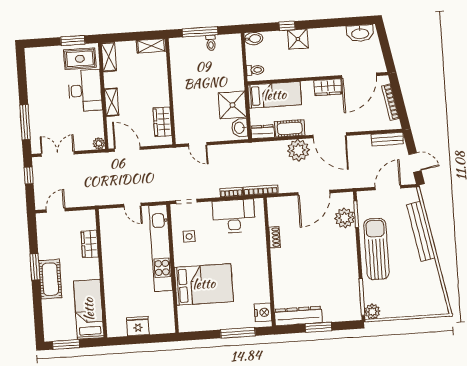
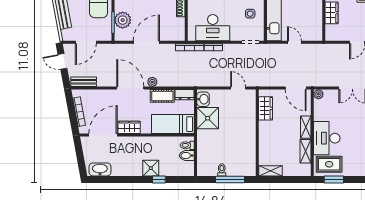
bidet: (254, 39) -> (187, 156), moved
shelving: (109, 57) -> (306, 151), moved
plant: (298, 150) -> (152, 82), width x0.53, depth x0.53

